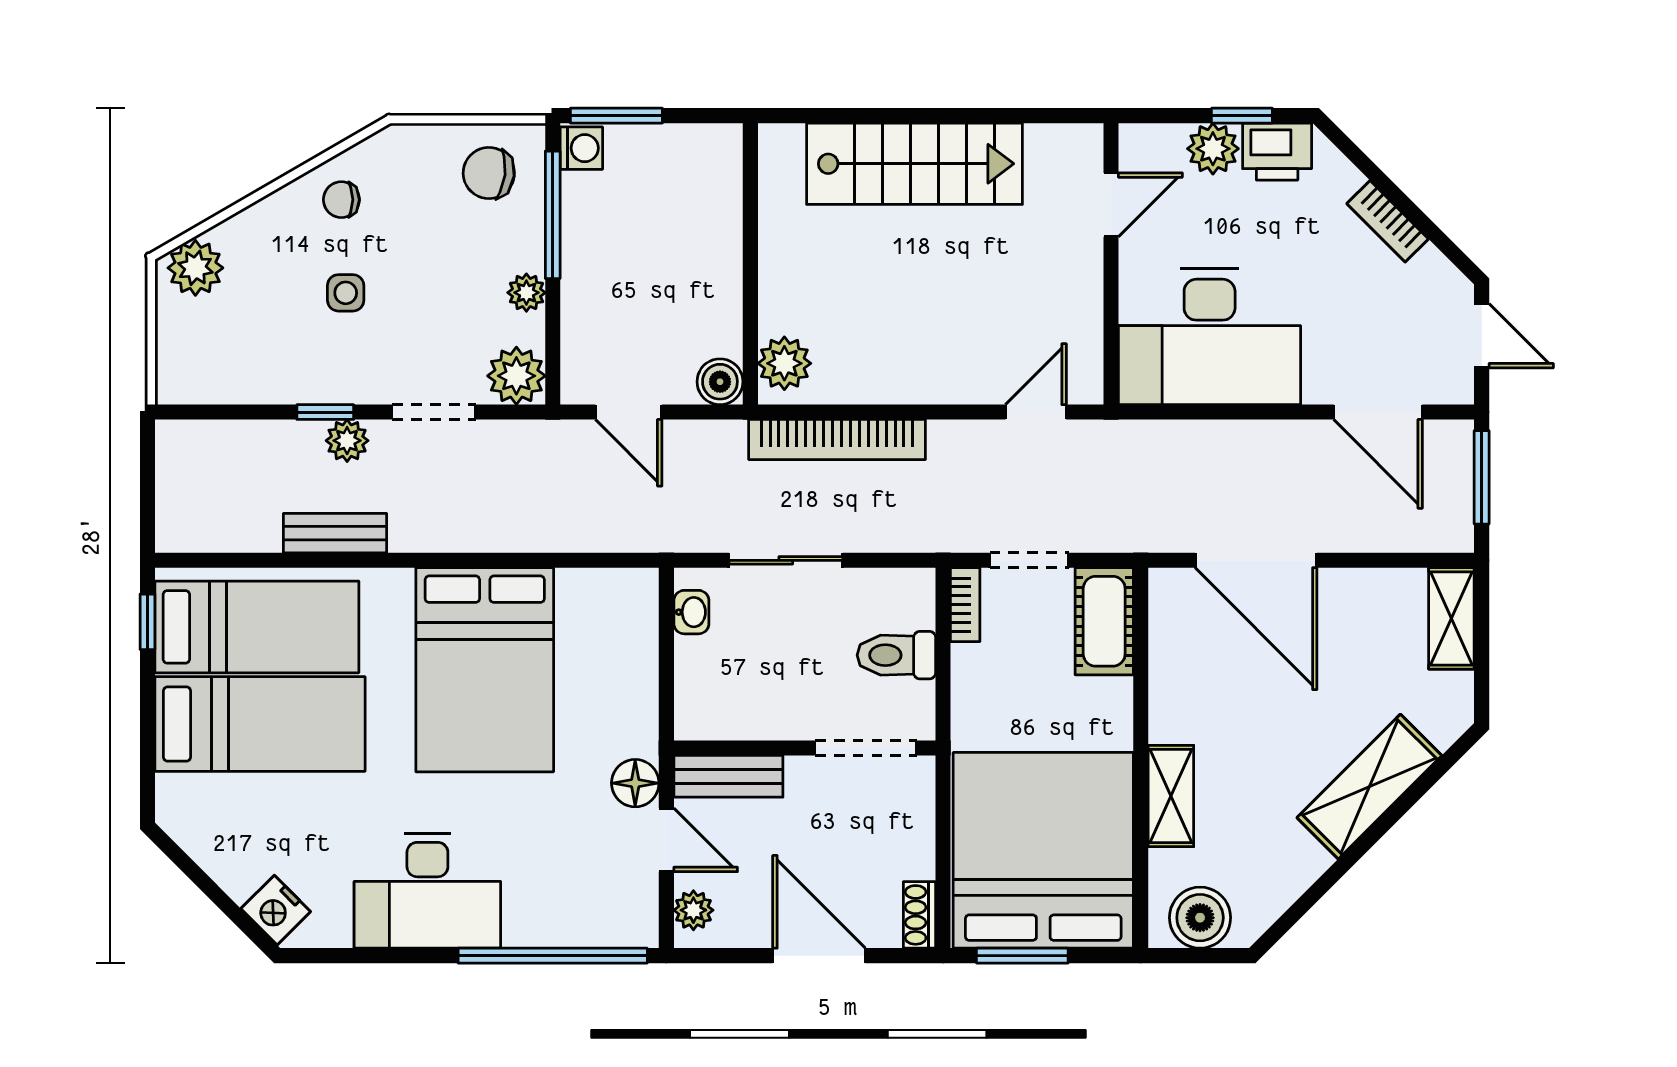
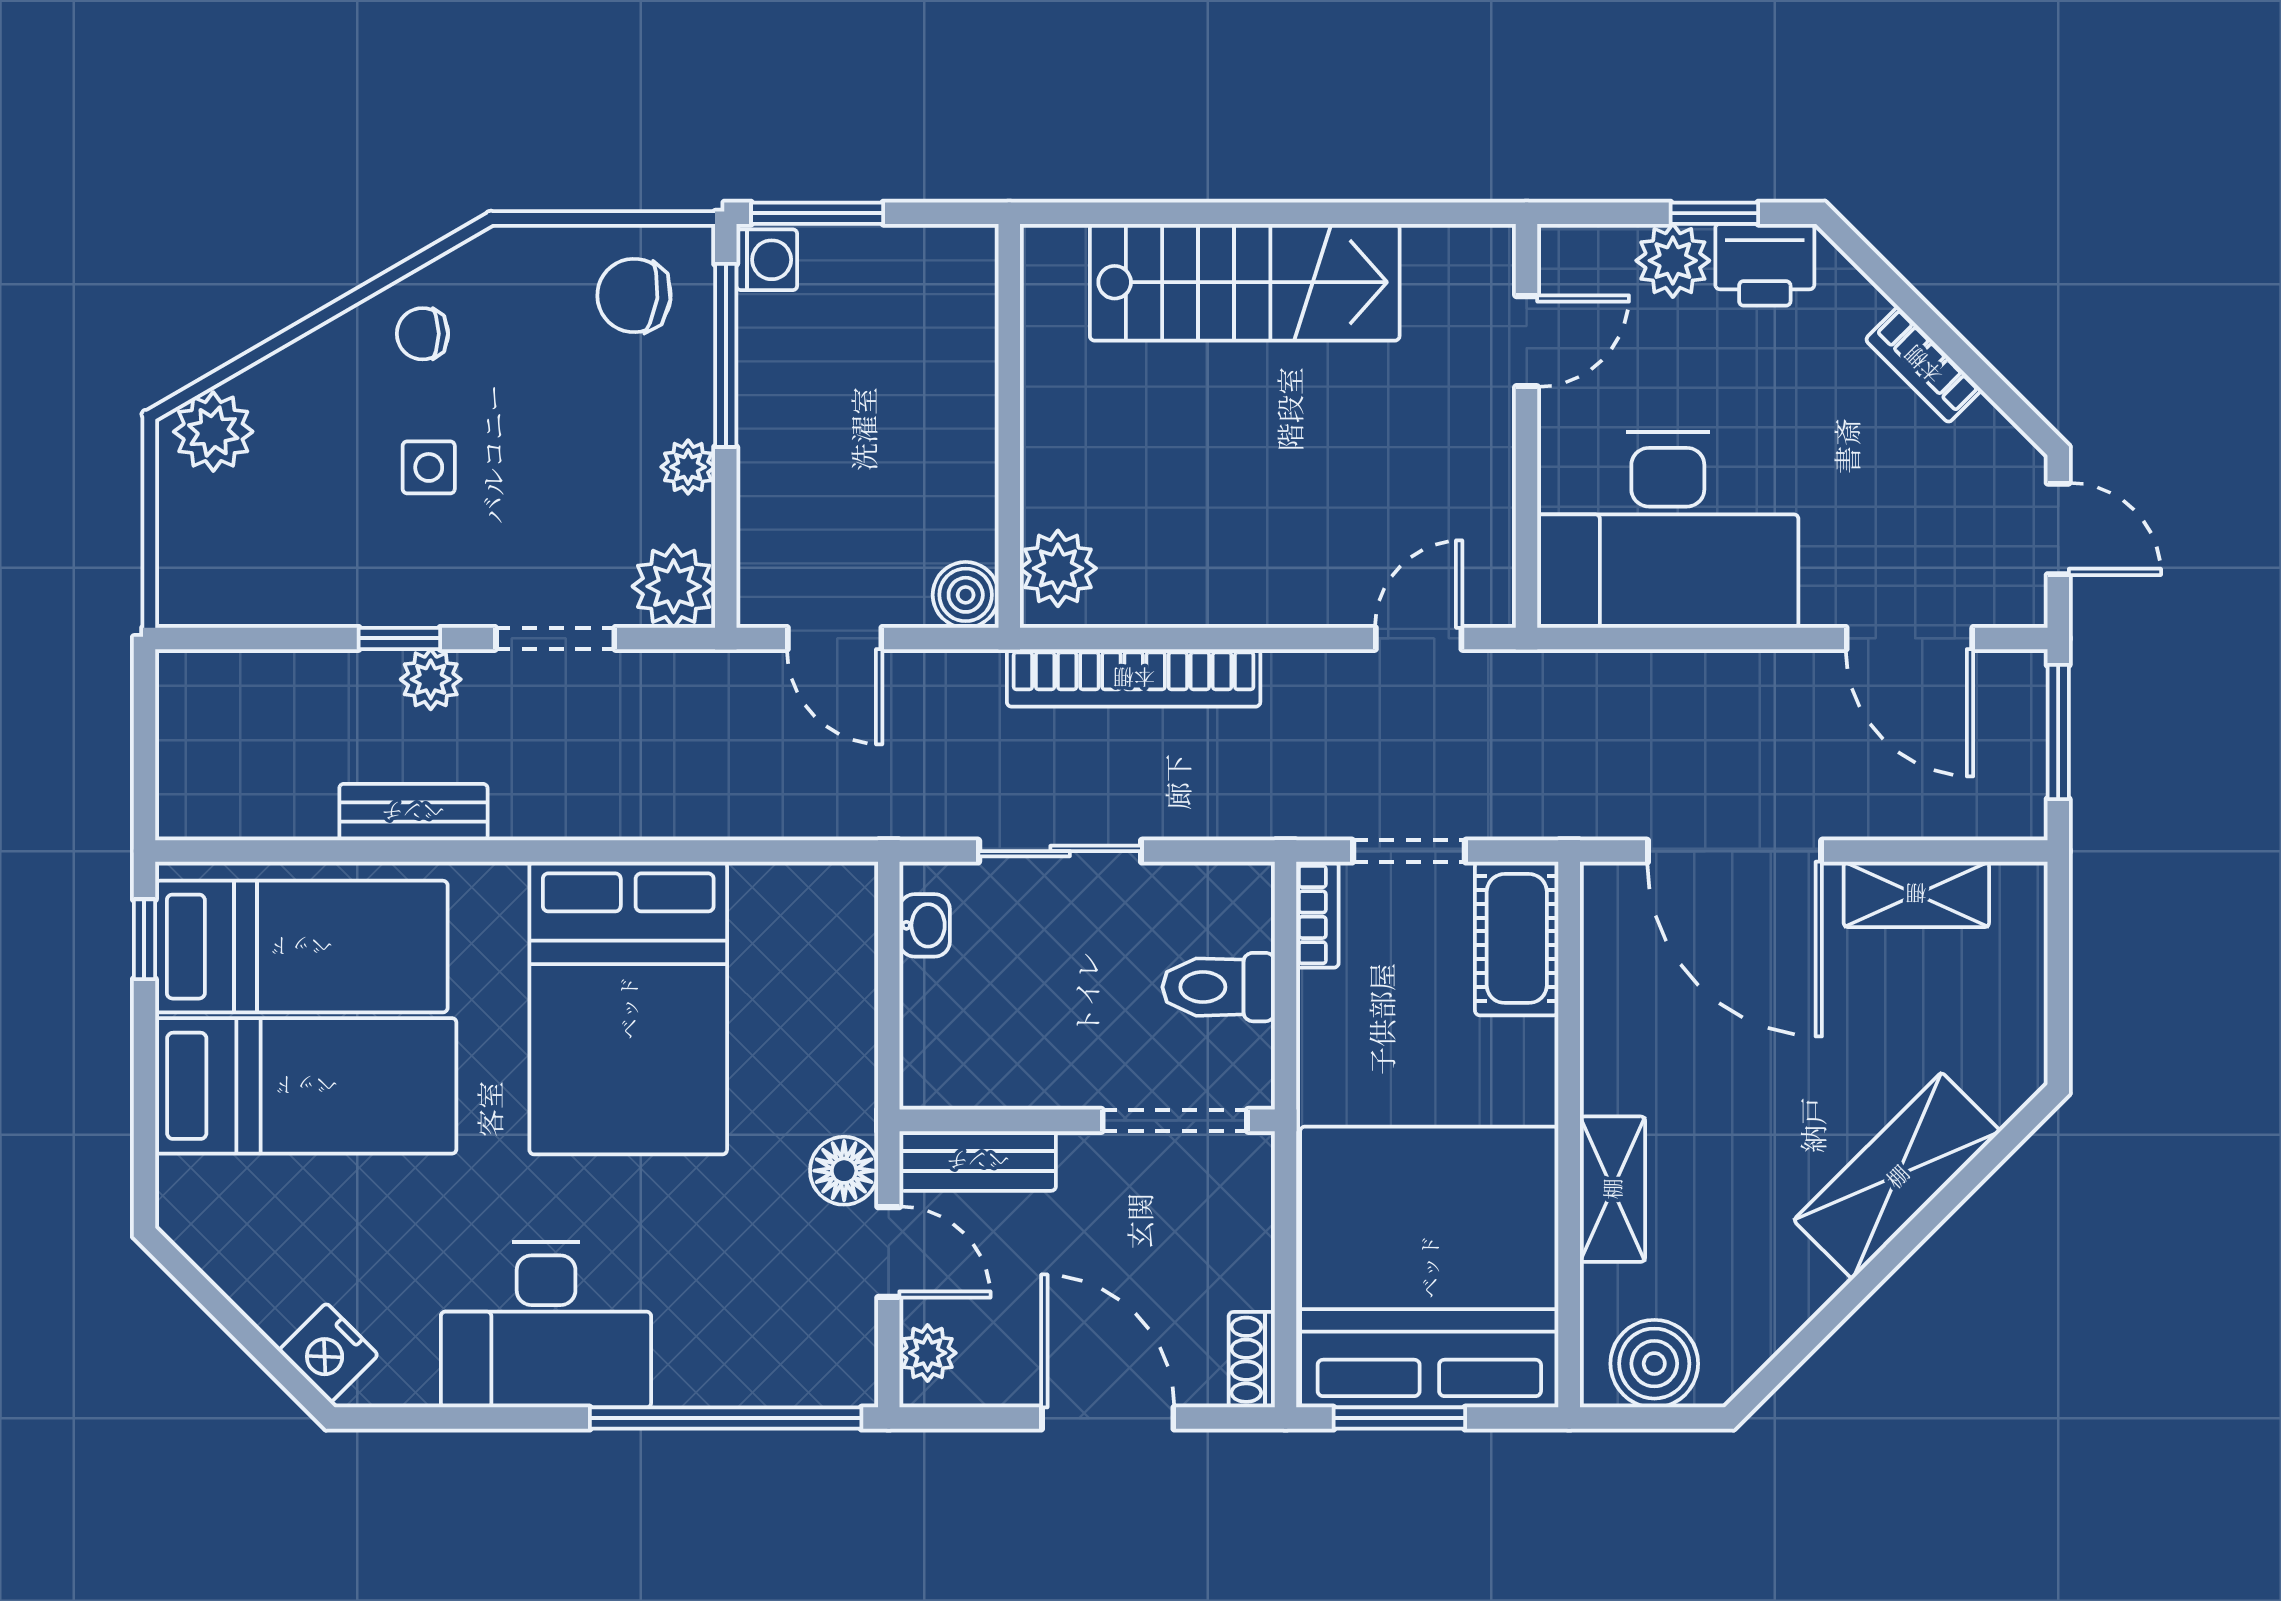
shelving: (1451, 618) -> (1916, 894), moved, turned 90

